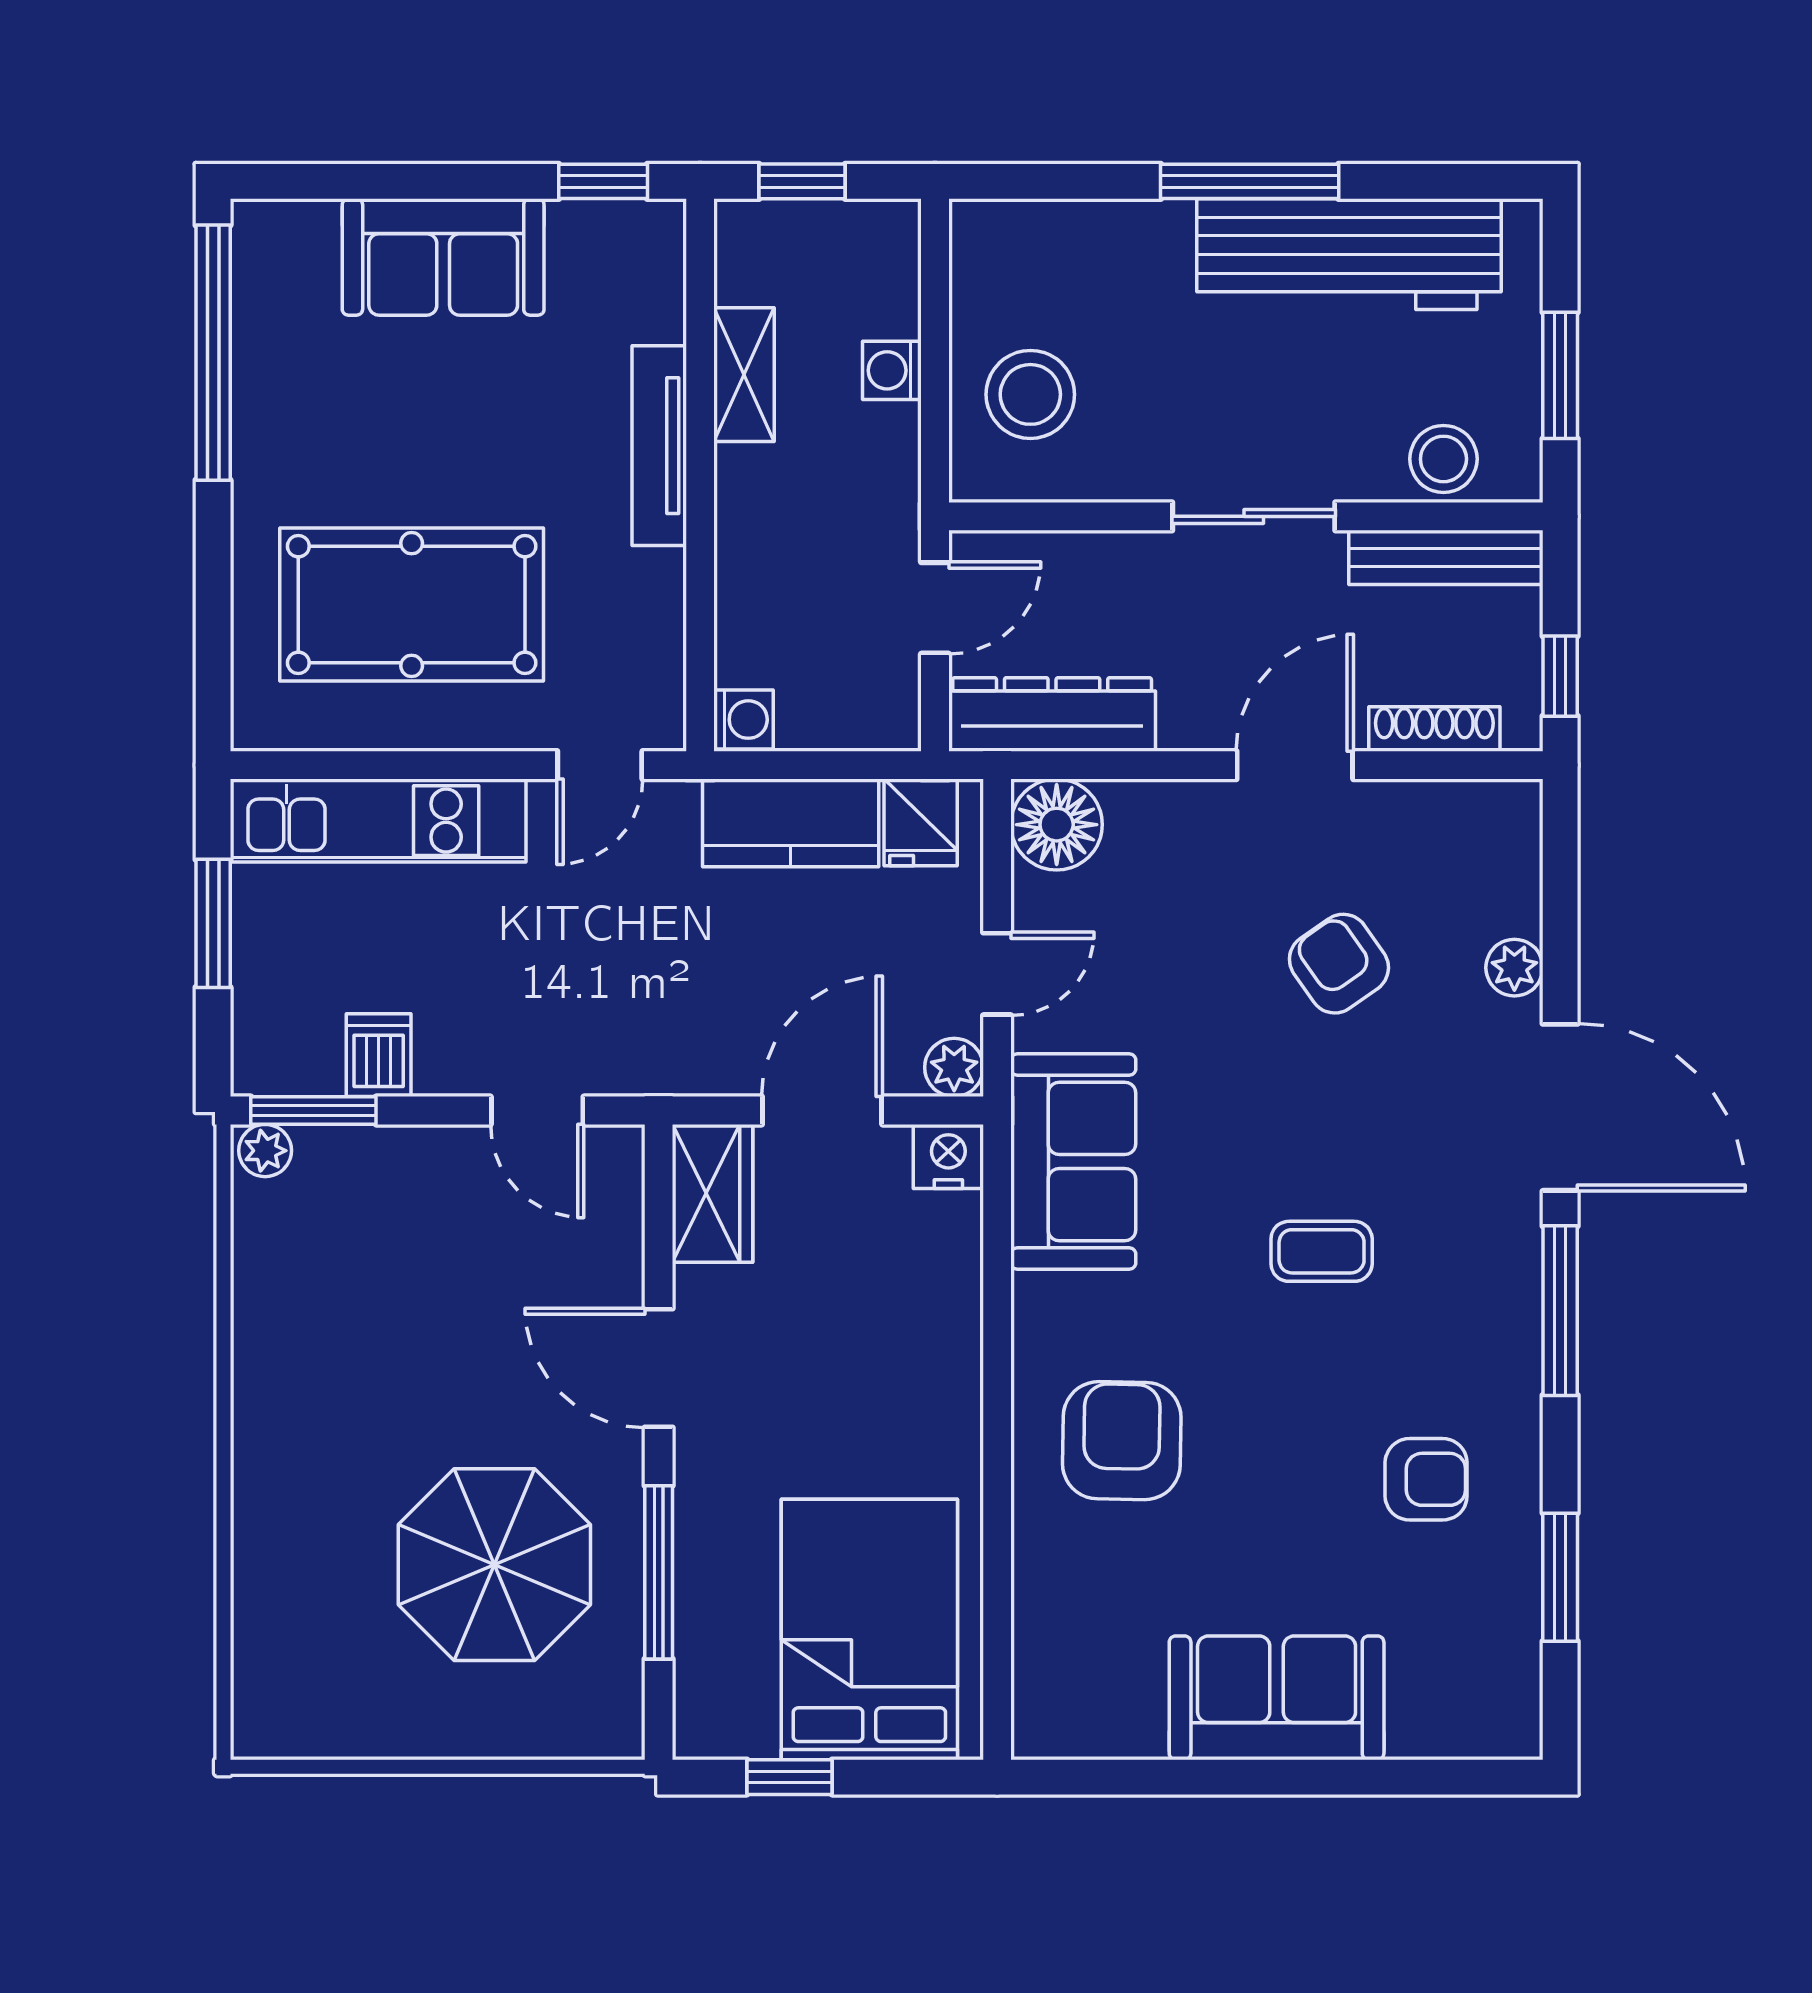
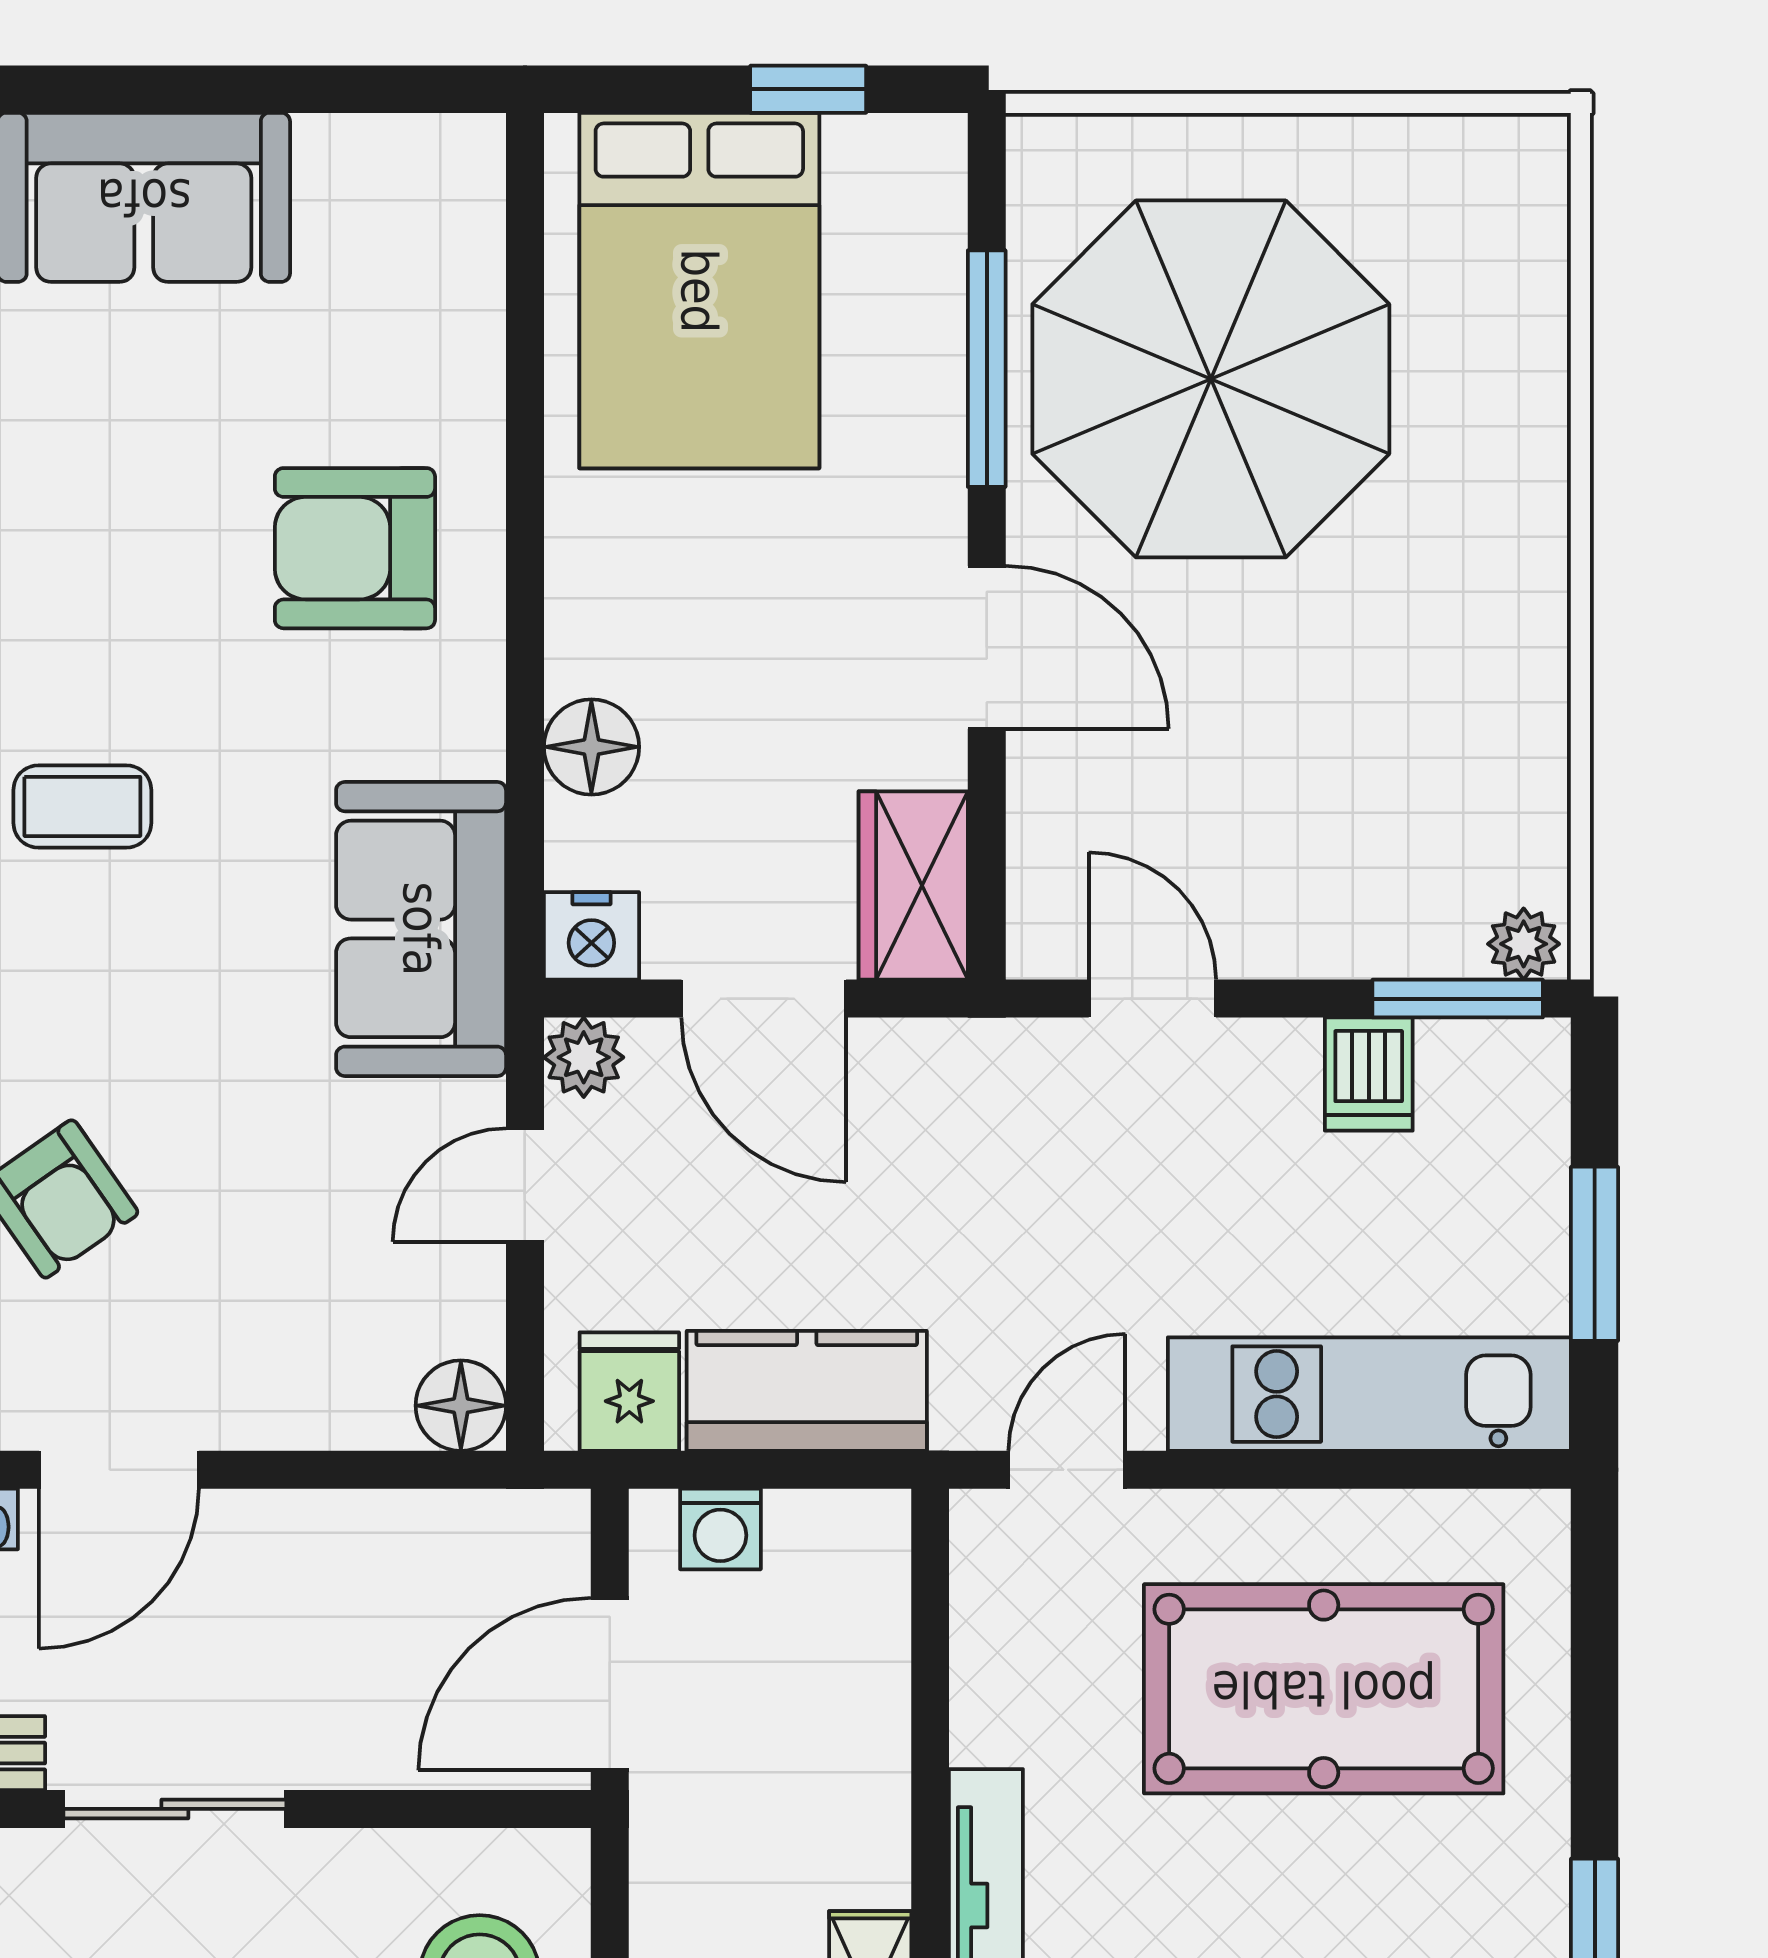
door: (935, 608) -> (610, 1684), width x1.38
dresser: (1052, 714) -> (450, 1539), removed
washing machine: (743, 720) -> (720, 1529), moved, turned -90
floor lamp: (1057, 825) -> (461, 1406), width x0.73, depth x0.73
door: (822, 1110) -> (764, 999), hinge flipped
floor lamp: (948, 1295) -> (591, 747), added
armchair: (1122, 1441) -> (355, 548), turned 89
parasol: (494, 1565) -> (1211, 379), width x1.36, depth x1.36

